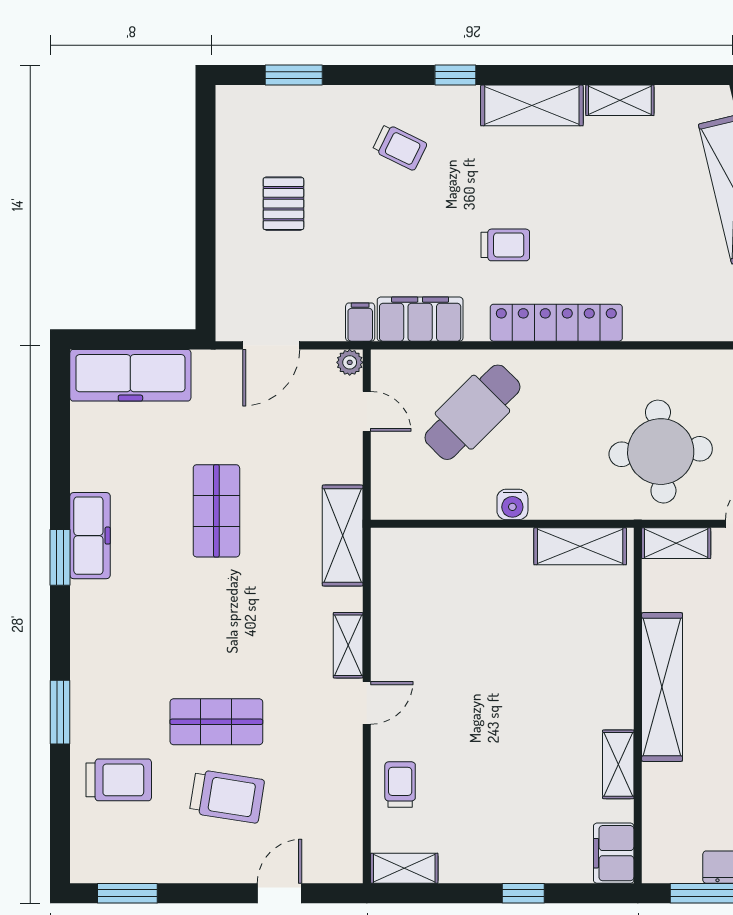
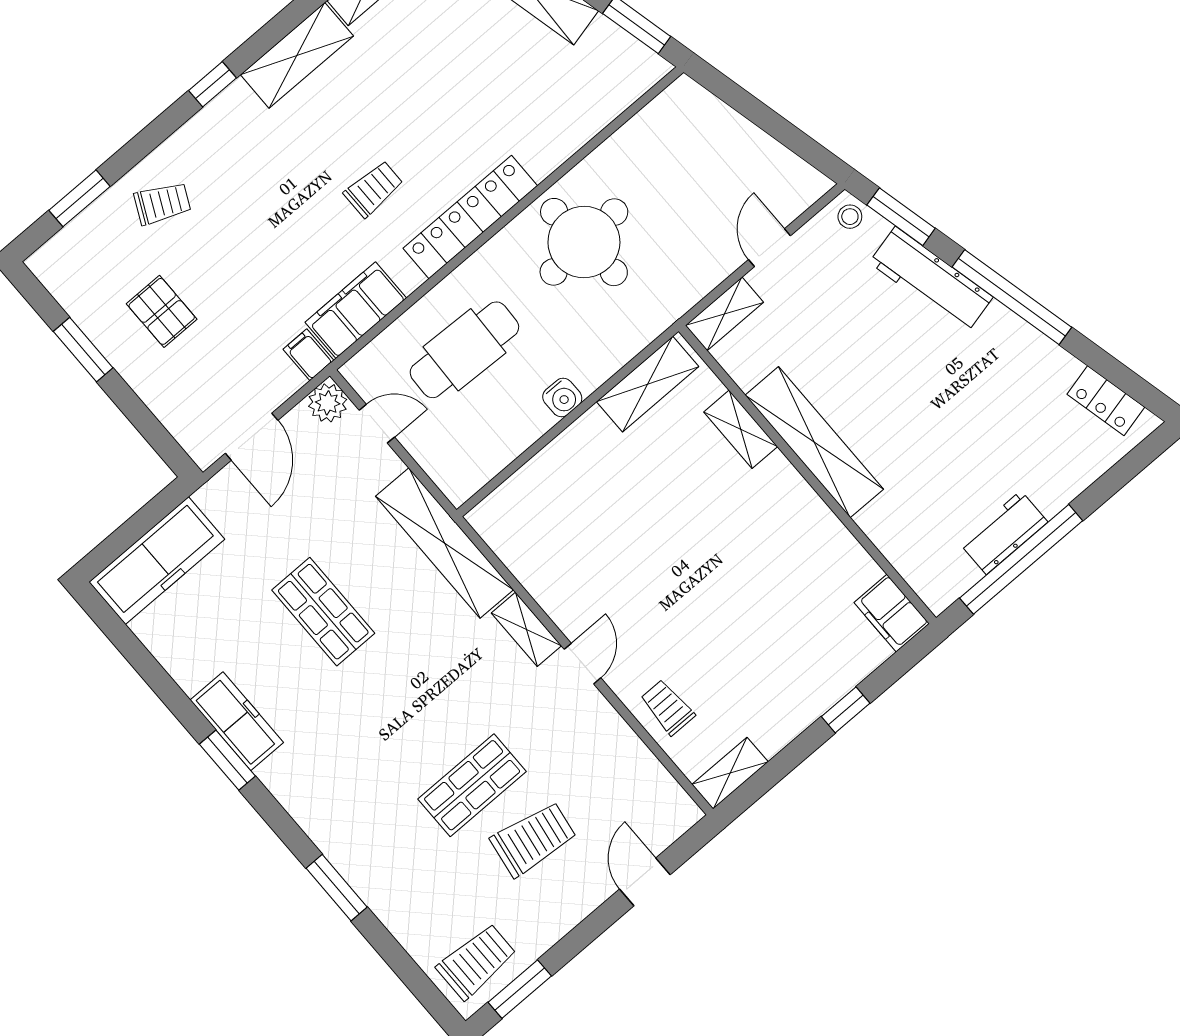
trolley: (400, 147) -> (162, 203), moved
window: (205, 183) -> (83, 350), added
plant: (350, 362) -> (328, 403), width x1.38, depth x1.38
cafe table: (472, 412) -> (464, 350), turned 47
round table: (661, 452) -> (584, 242), moved
shelving: (343, 536) -> (445, 543), width x1.47
shelving: (618, 764) -> (741, 429), moved
trolley: (119, 780) -> (476, 961), moved

